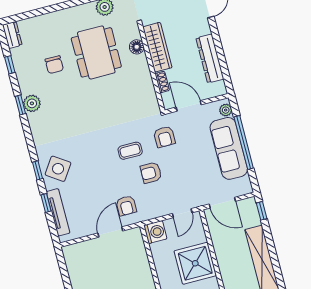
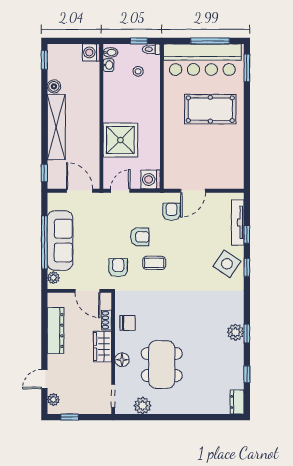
wardrobe: (157, 47) -> (103, 347), width x0.67
chair: (54, 65) -> (128, 323), moved, turned 90

